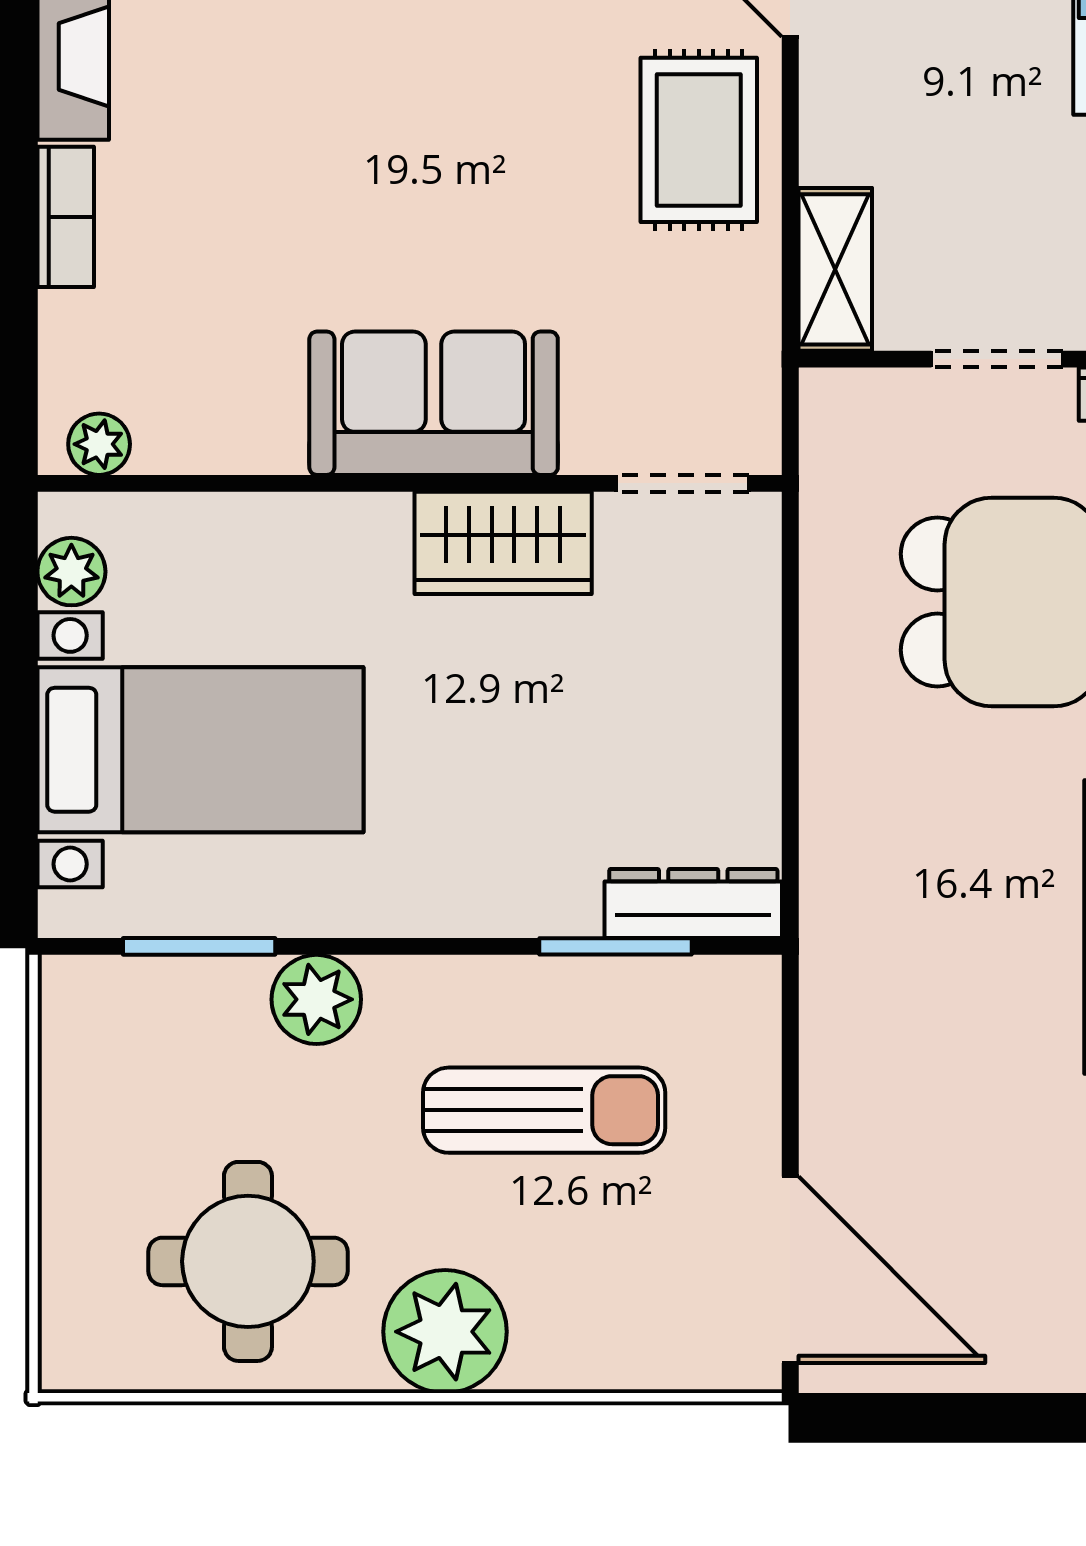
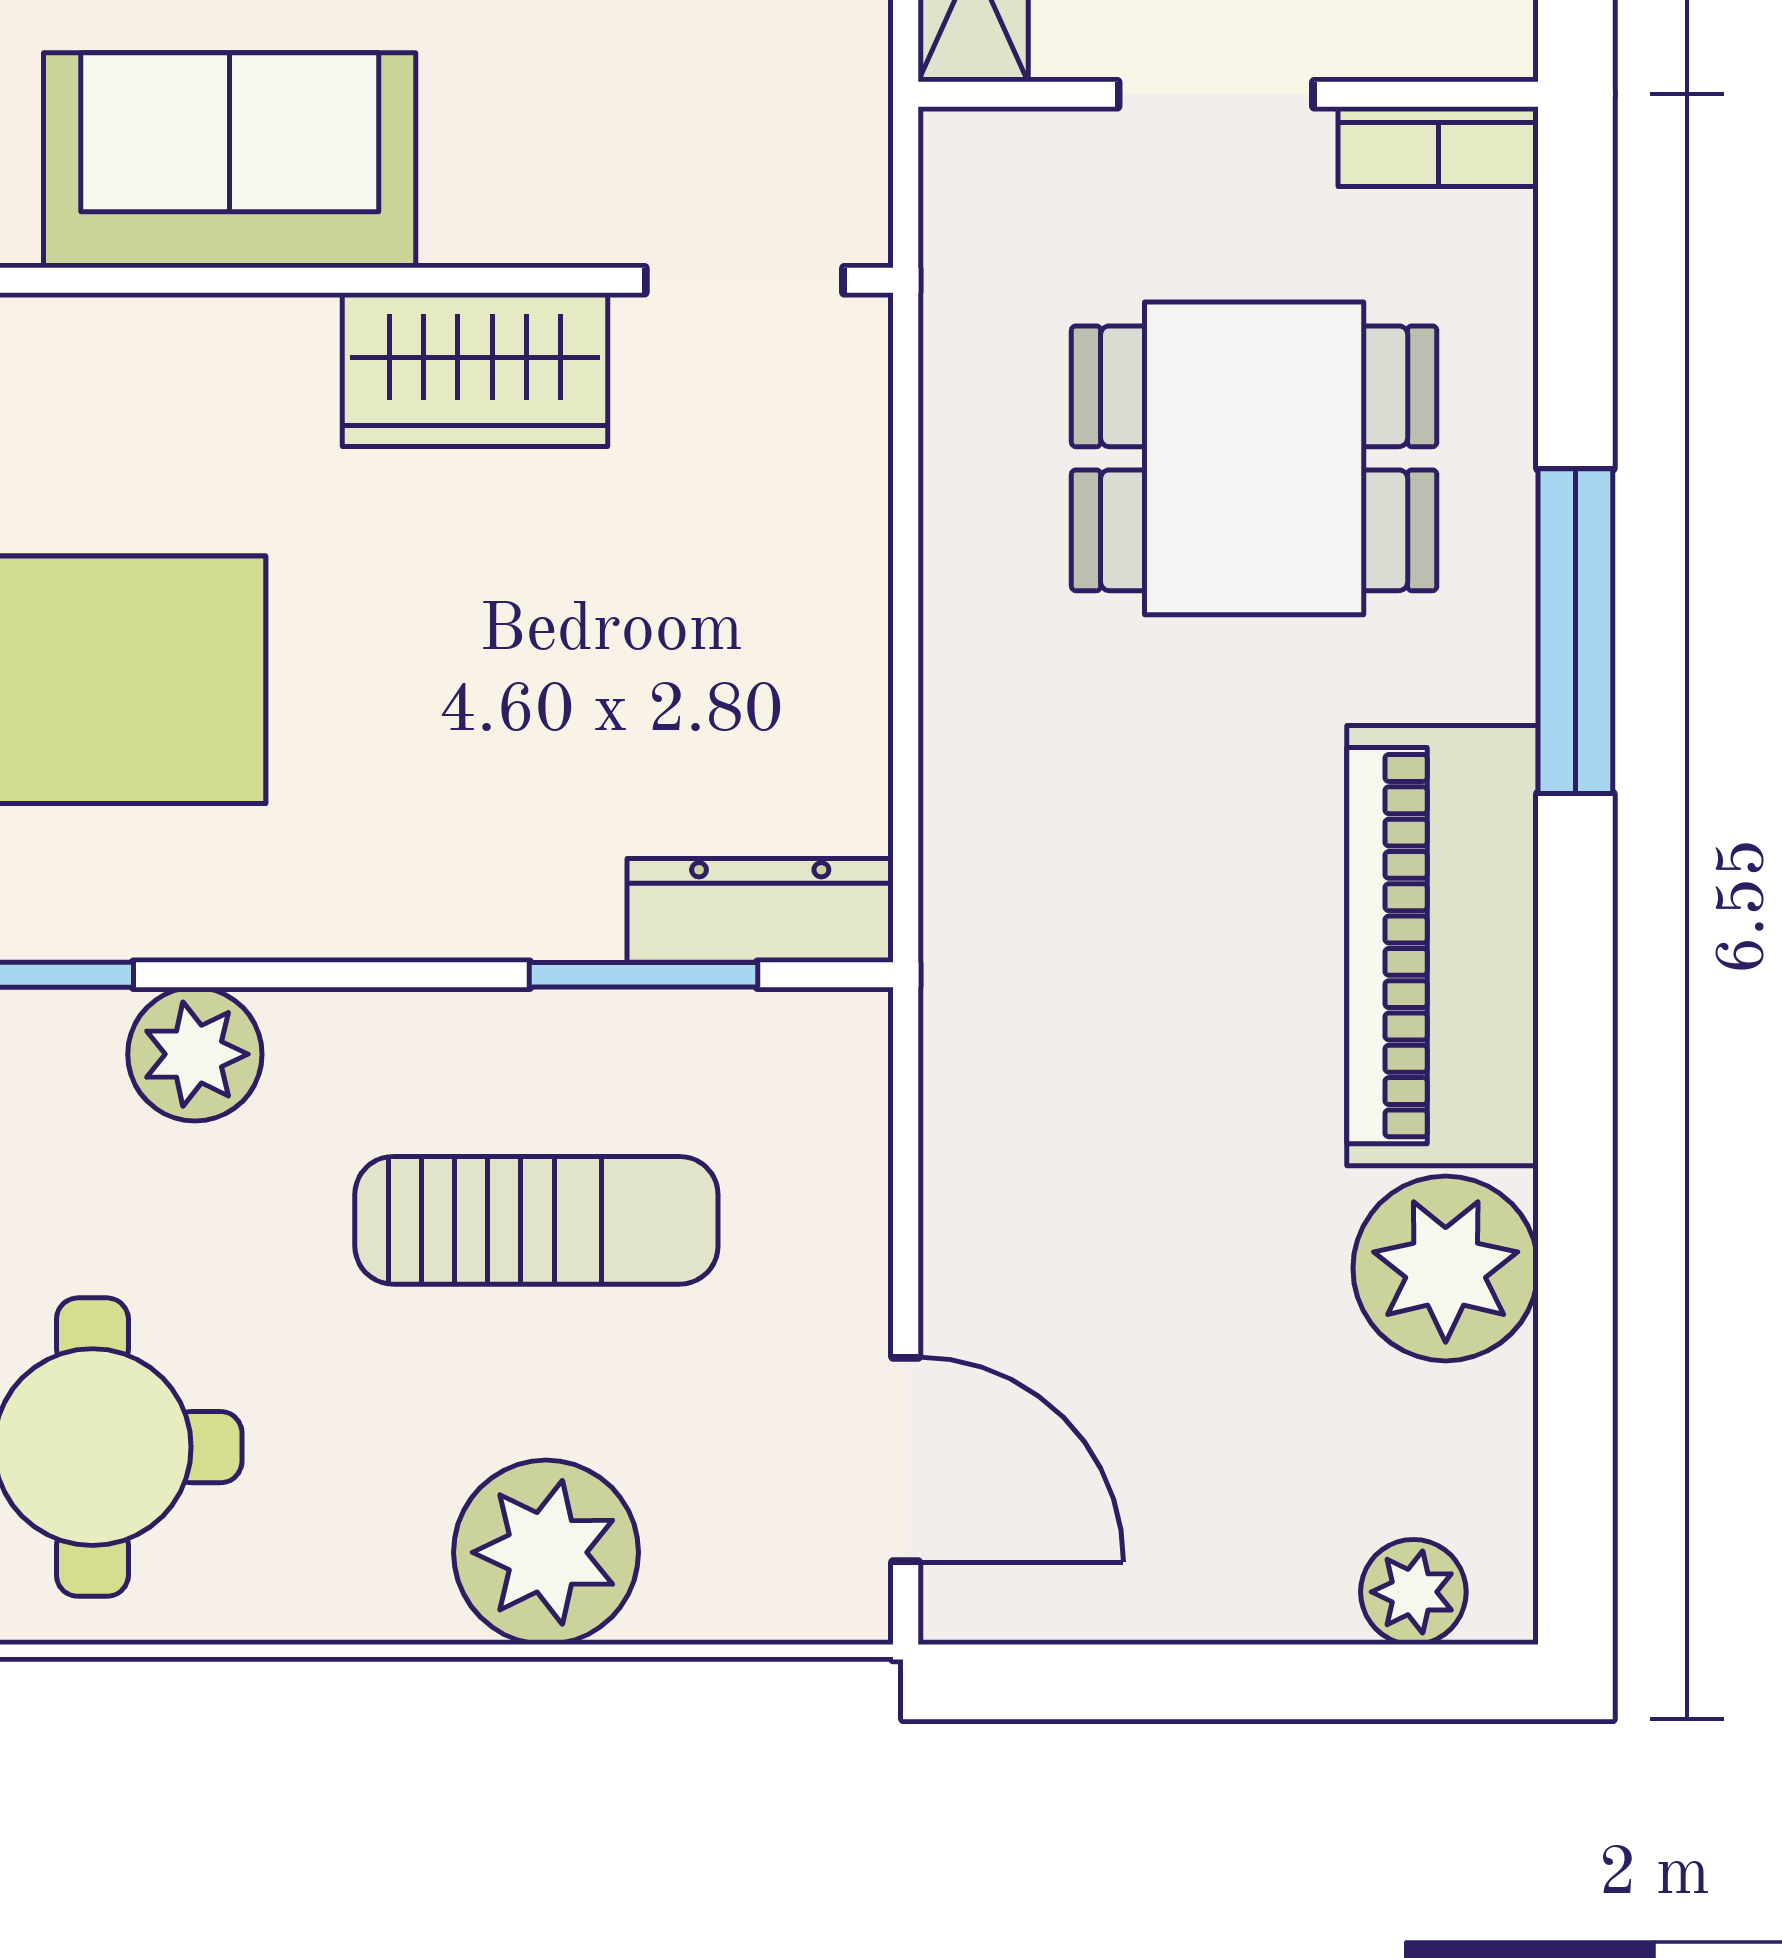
sofa: (434, 403) -> (230, 160), moved
door: (790, 1270) -> (906, 1460), width x0.73
plant: (445, 1332) -> (546, 1552), moved

